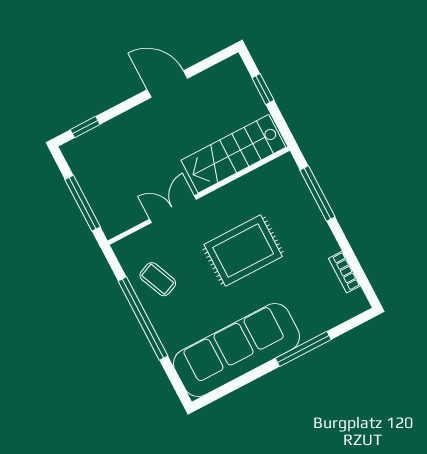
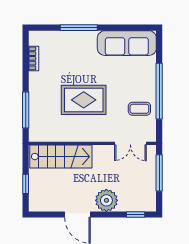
plant: (137, 125) -> (106, 200), added
double door: (173, 209) -> (130, 143), moved
coffee table: (158, 279) -> (139, 109), turned -67
sofa: (237, 350) -> (127, 43), width x0.74, depth x0.79

